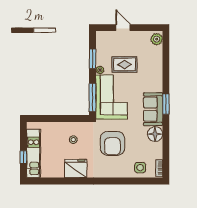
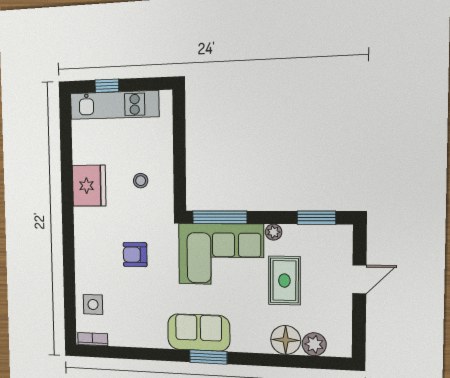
plant: (157, 39) -> (314, 344), moved
window: (92, 59) -> (316, 218), moved
floor lamp: (155, 134) -> (286, 340), moved
armchair: (112, 143) -> (135, 255), width x0.53, depth x0.53

